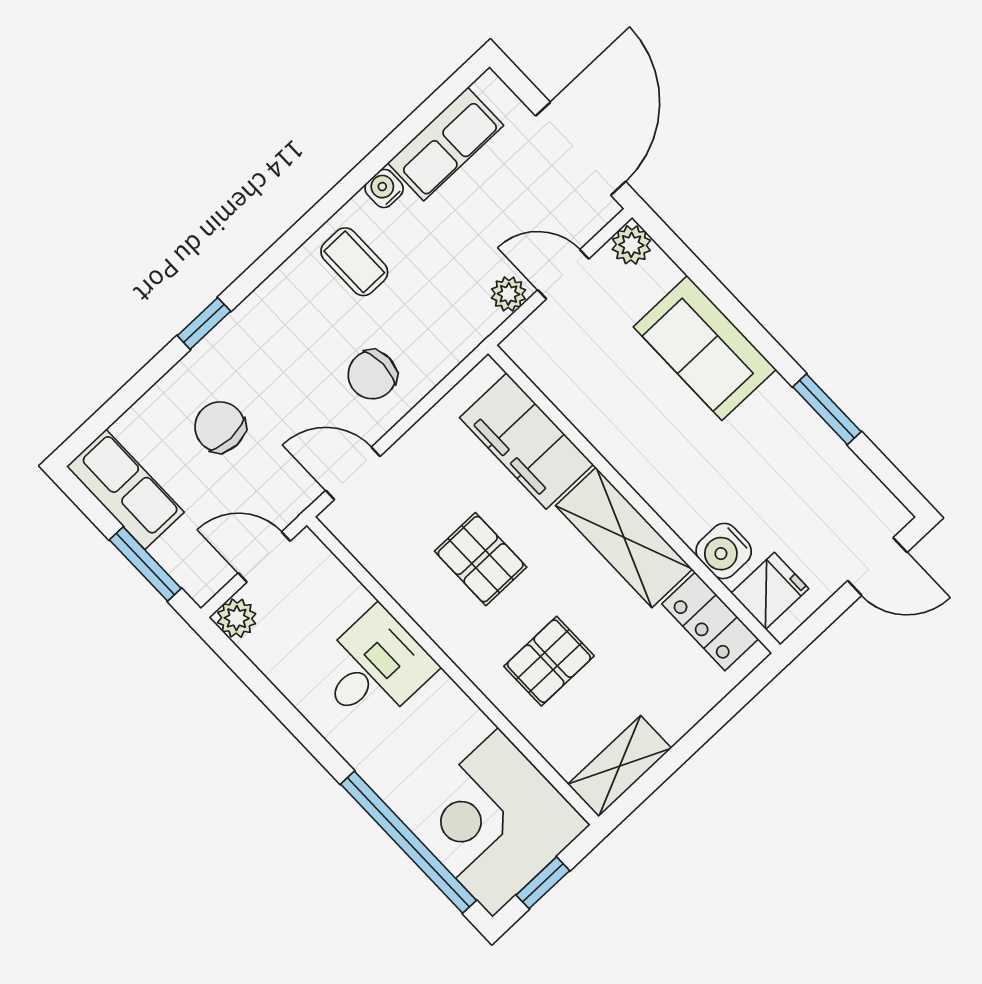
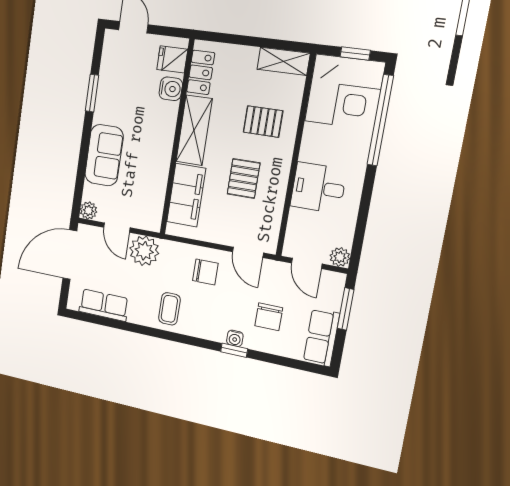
water cooler: (384, 188) -> (235, 338), moved
plant: (509, 294) -> (144, 251), width x1.87, depth x1.87

